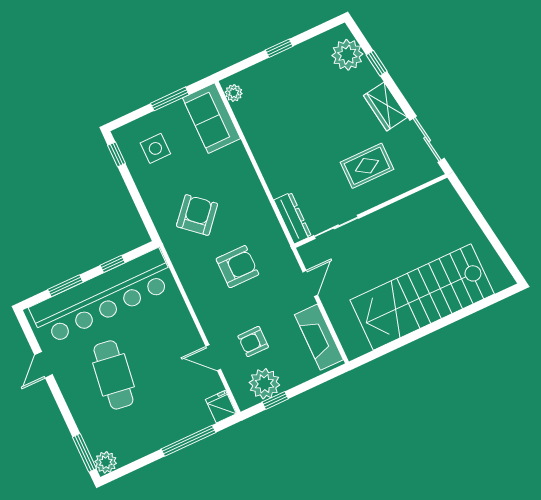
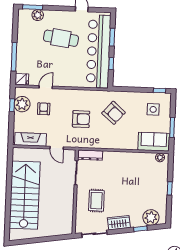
armchair: (237, 267) -> (81, 119), turned -90
plant: (106, 462) -> (38, 15), moved

